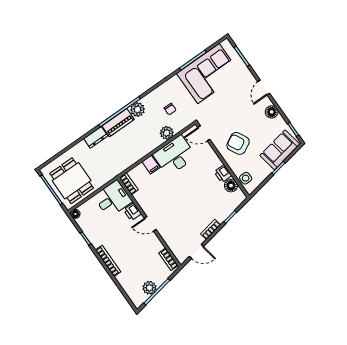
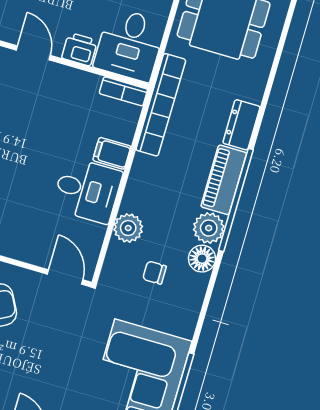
floor lamp: (149, 100) -> (202, 259), added
door: (204, 133) -> (65, 277), hinge flipped
desk: (175, 156) -> (87, 190), width x0.73
bookcase: (119, 168) -> (161, 105), added
door: (150, 224) -> (33, 53), hinge flipped

